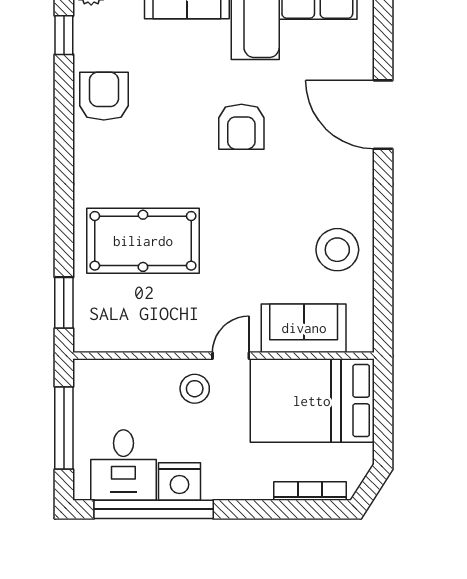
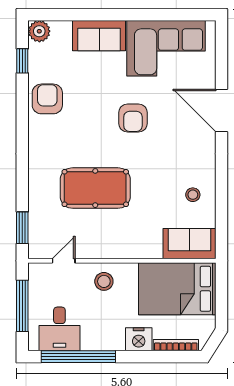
pool table: (143, 241) -> (95, 188), moved
stool: (337, 250) -> (193, 195), width x0.53, depth x0.53
sofa: (304, 328) -> (189, 244), moved
door: (231, 356) -> (64, 261), moved
nightstand: (179, 481) -> (139, 339), moved

